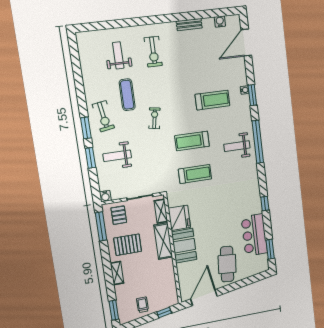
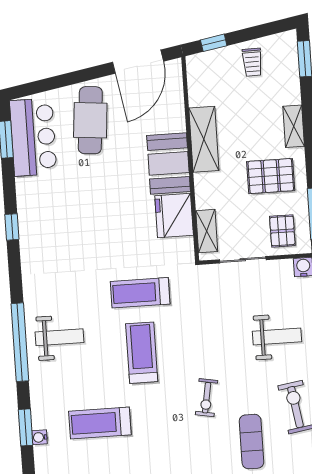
treadmill: (192, 141) -> (142, 353), turned -90
bar counter: (254, 235) -> (33, 137), moved
shelving: (163, 241) -> (204, 139), moved

